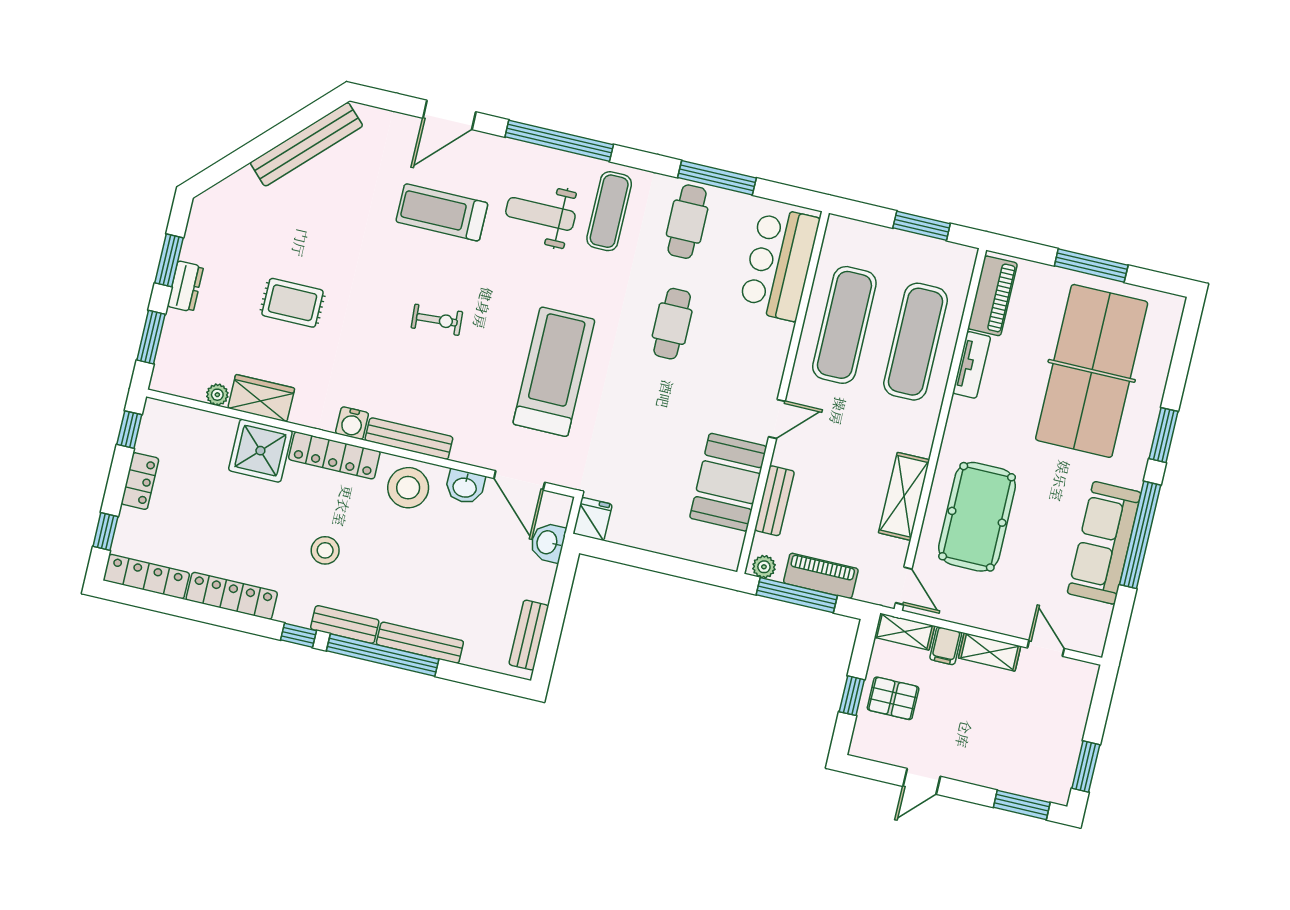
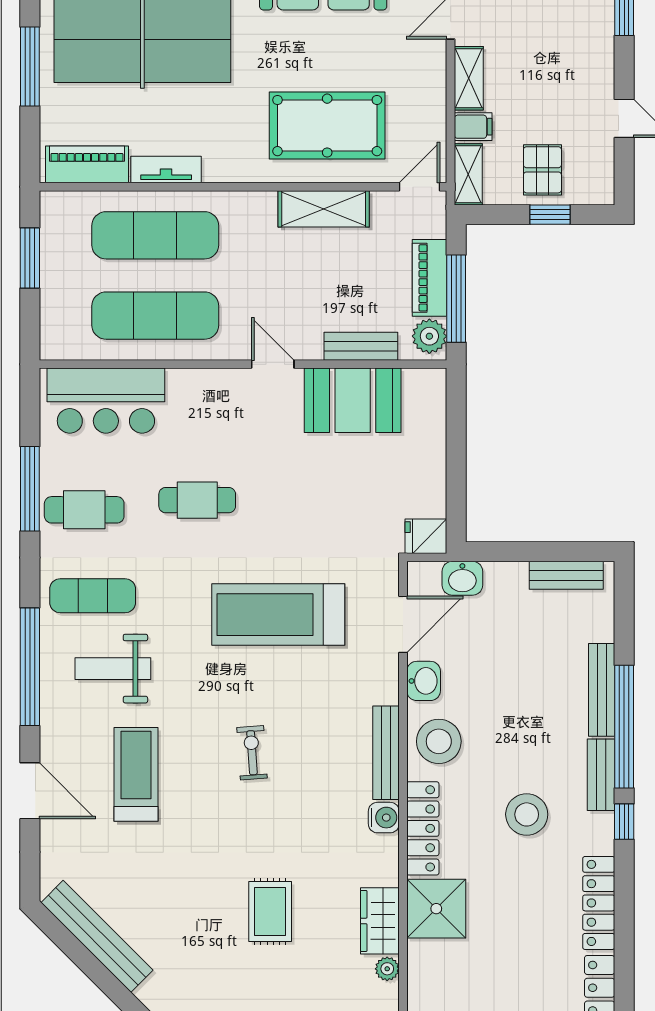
treadmill: (442, 212) -> (136, 774), turned 180
weight bench: (540, 214) -> (113, 669), turned 90
stool: (325, 550) -> (527, 814), width x1.38, depth x1.38
plant: (764, 567) -> (429, 336), width x1.38, depth x1.38

